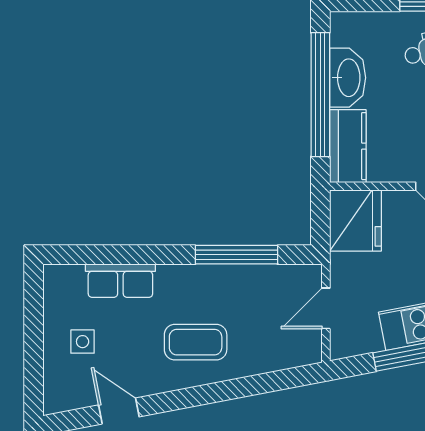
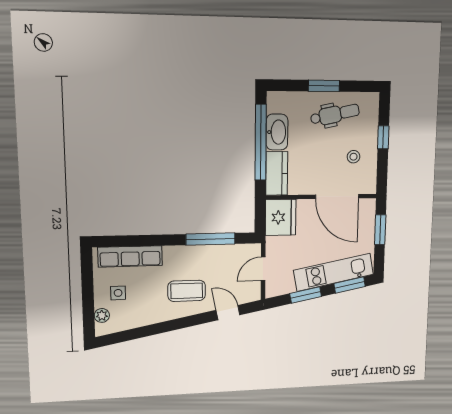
row of seats: (120, 281) -> (130, 256), width x1.48
plant: (55, 379) -> (102, 315), added
door: (119, 411) -> (228, 313), moved

